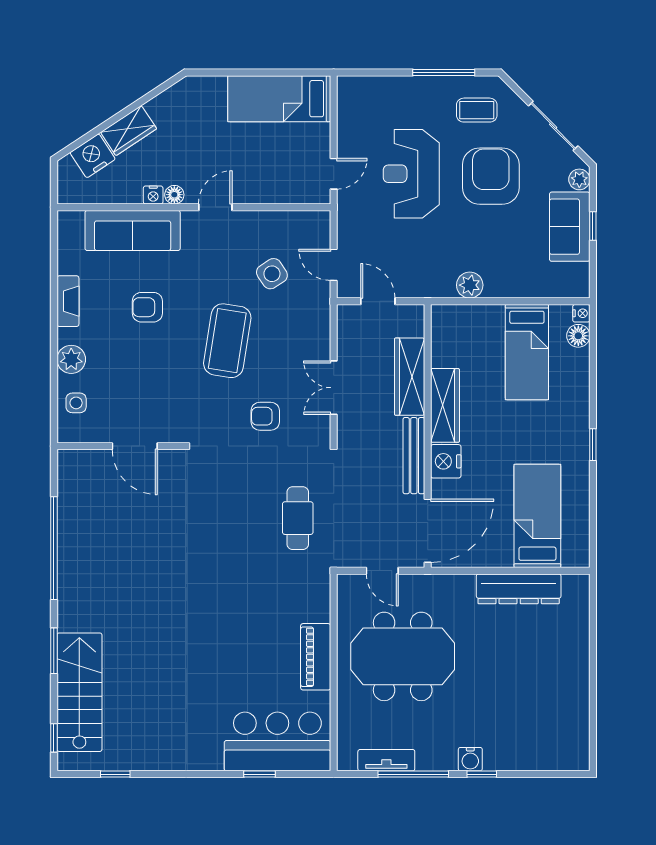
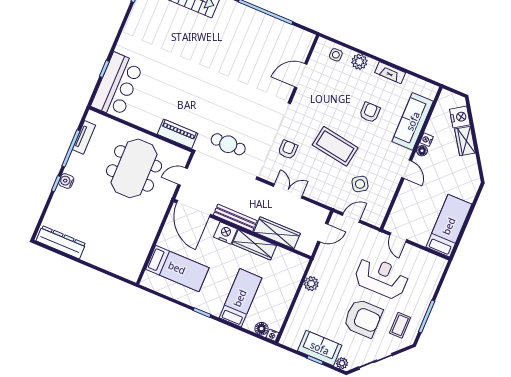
bed: (527, 352) -> (240, 298), moved, turned 90
dresser: (519, 589) -> (61, 242), moved, turned 90
piano: (316, 657) -> (178, 134), moved

